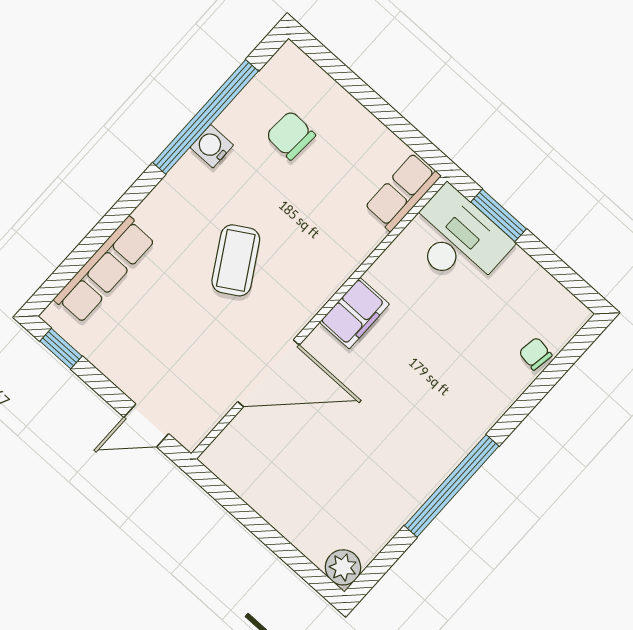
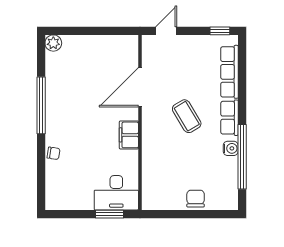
chair: (291, 135) -> (196, 199), moved, turned -93
row of seats: (403, 192) -> (229, 118), moved, turned 180
chair: (535, 354) -> (54, 153), moved

